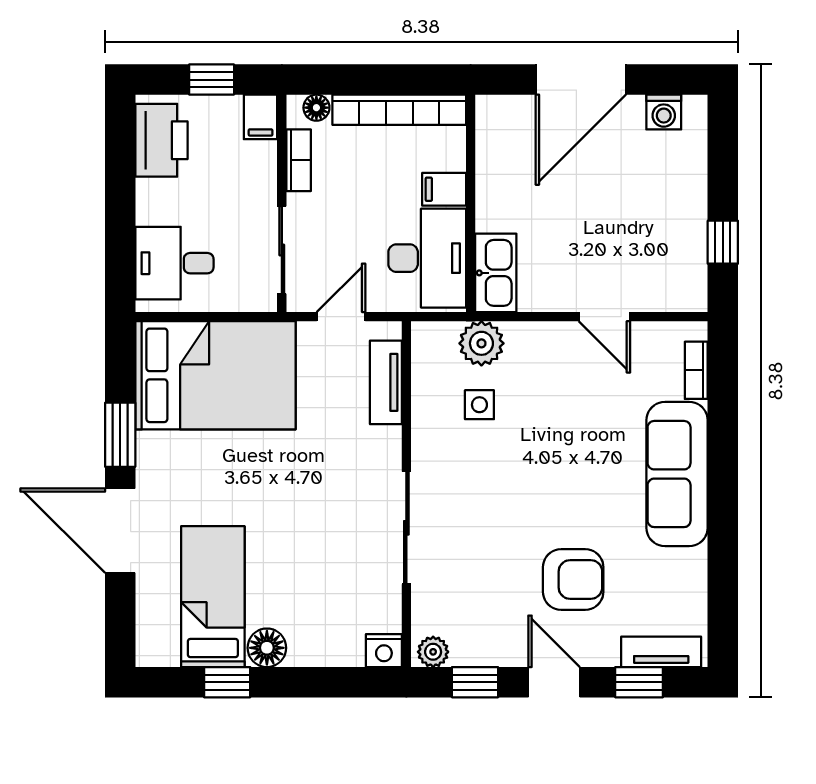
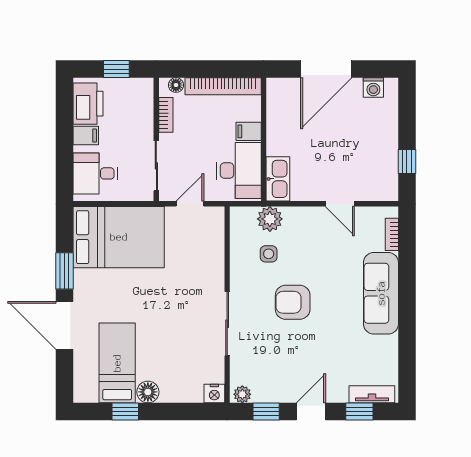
filing cabinet: (261, 117) -> (86, 136), moved, turned -90
tv unit: (386, 382) -> (215, 241), removed
armchair: (573, 579) -> (293, 302), moved, turned 180
door: (554, 682) -> (311, 412), hinge flipped

